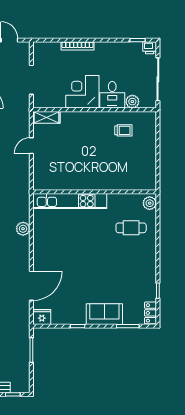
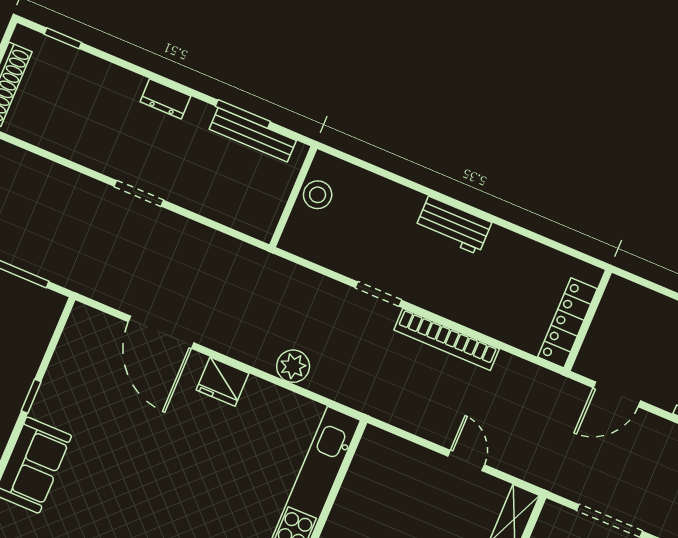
fridge: (42, 317) -> (223, 382), moved, turned 90

